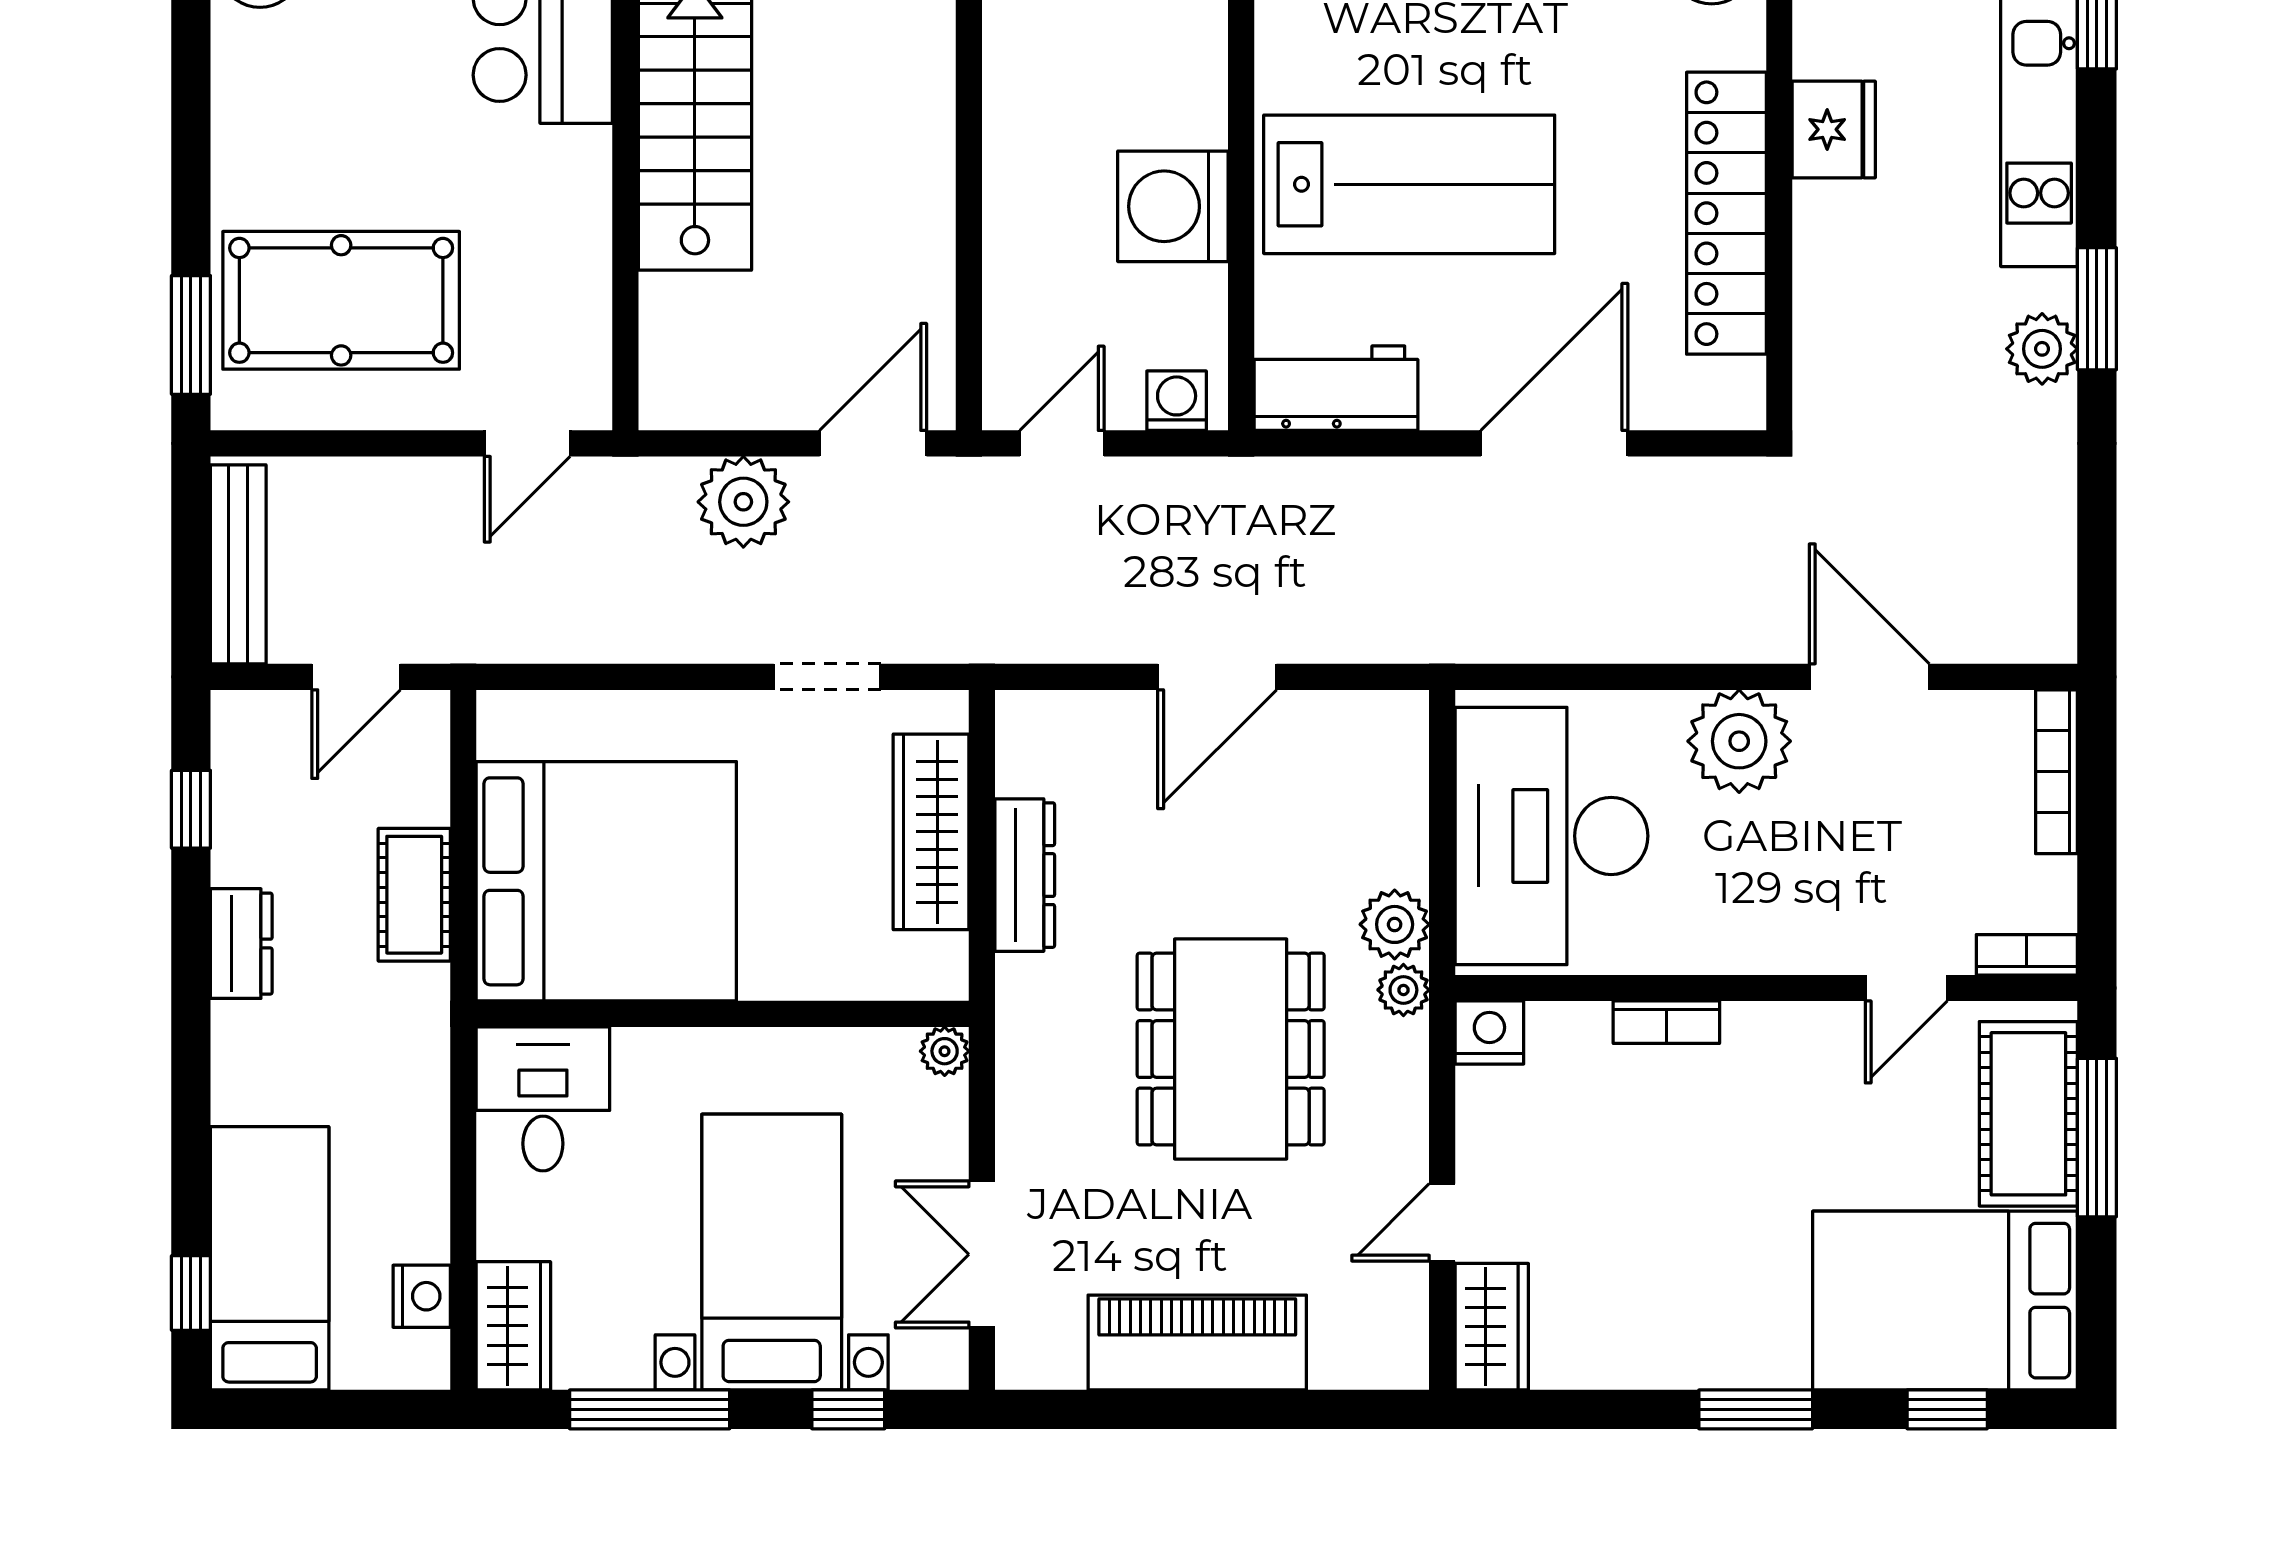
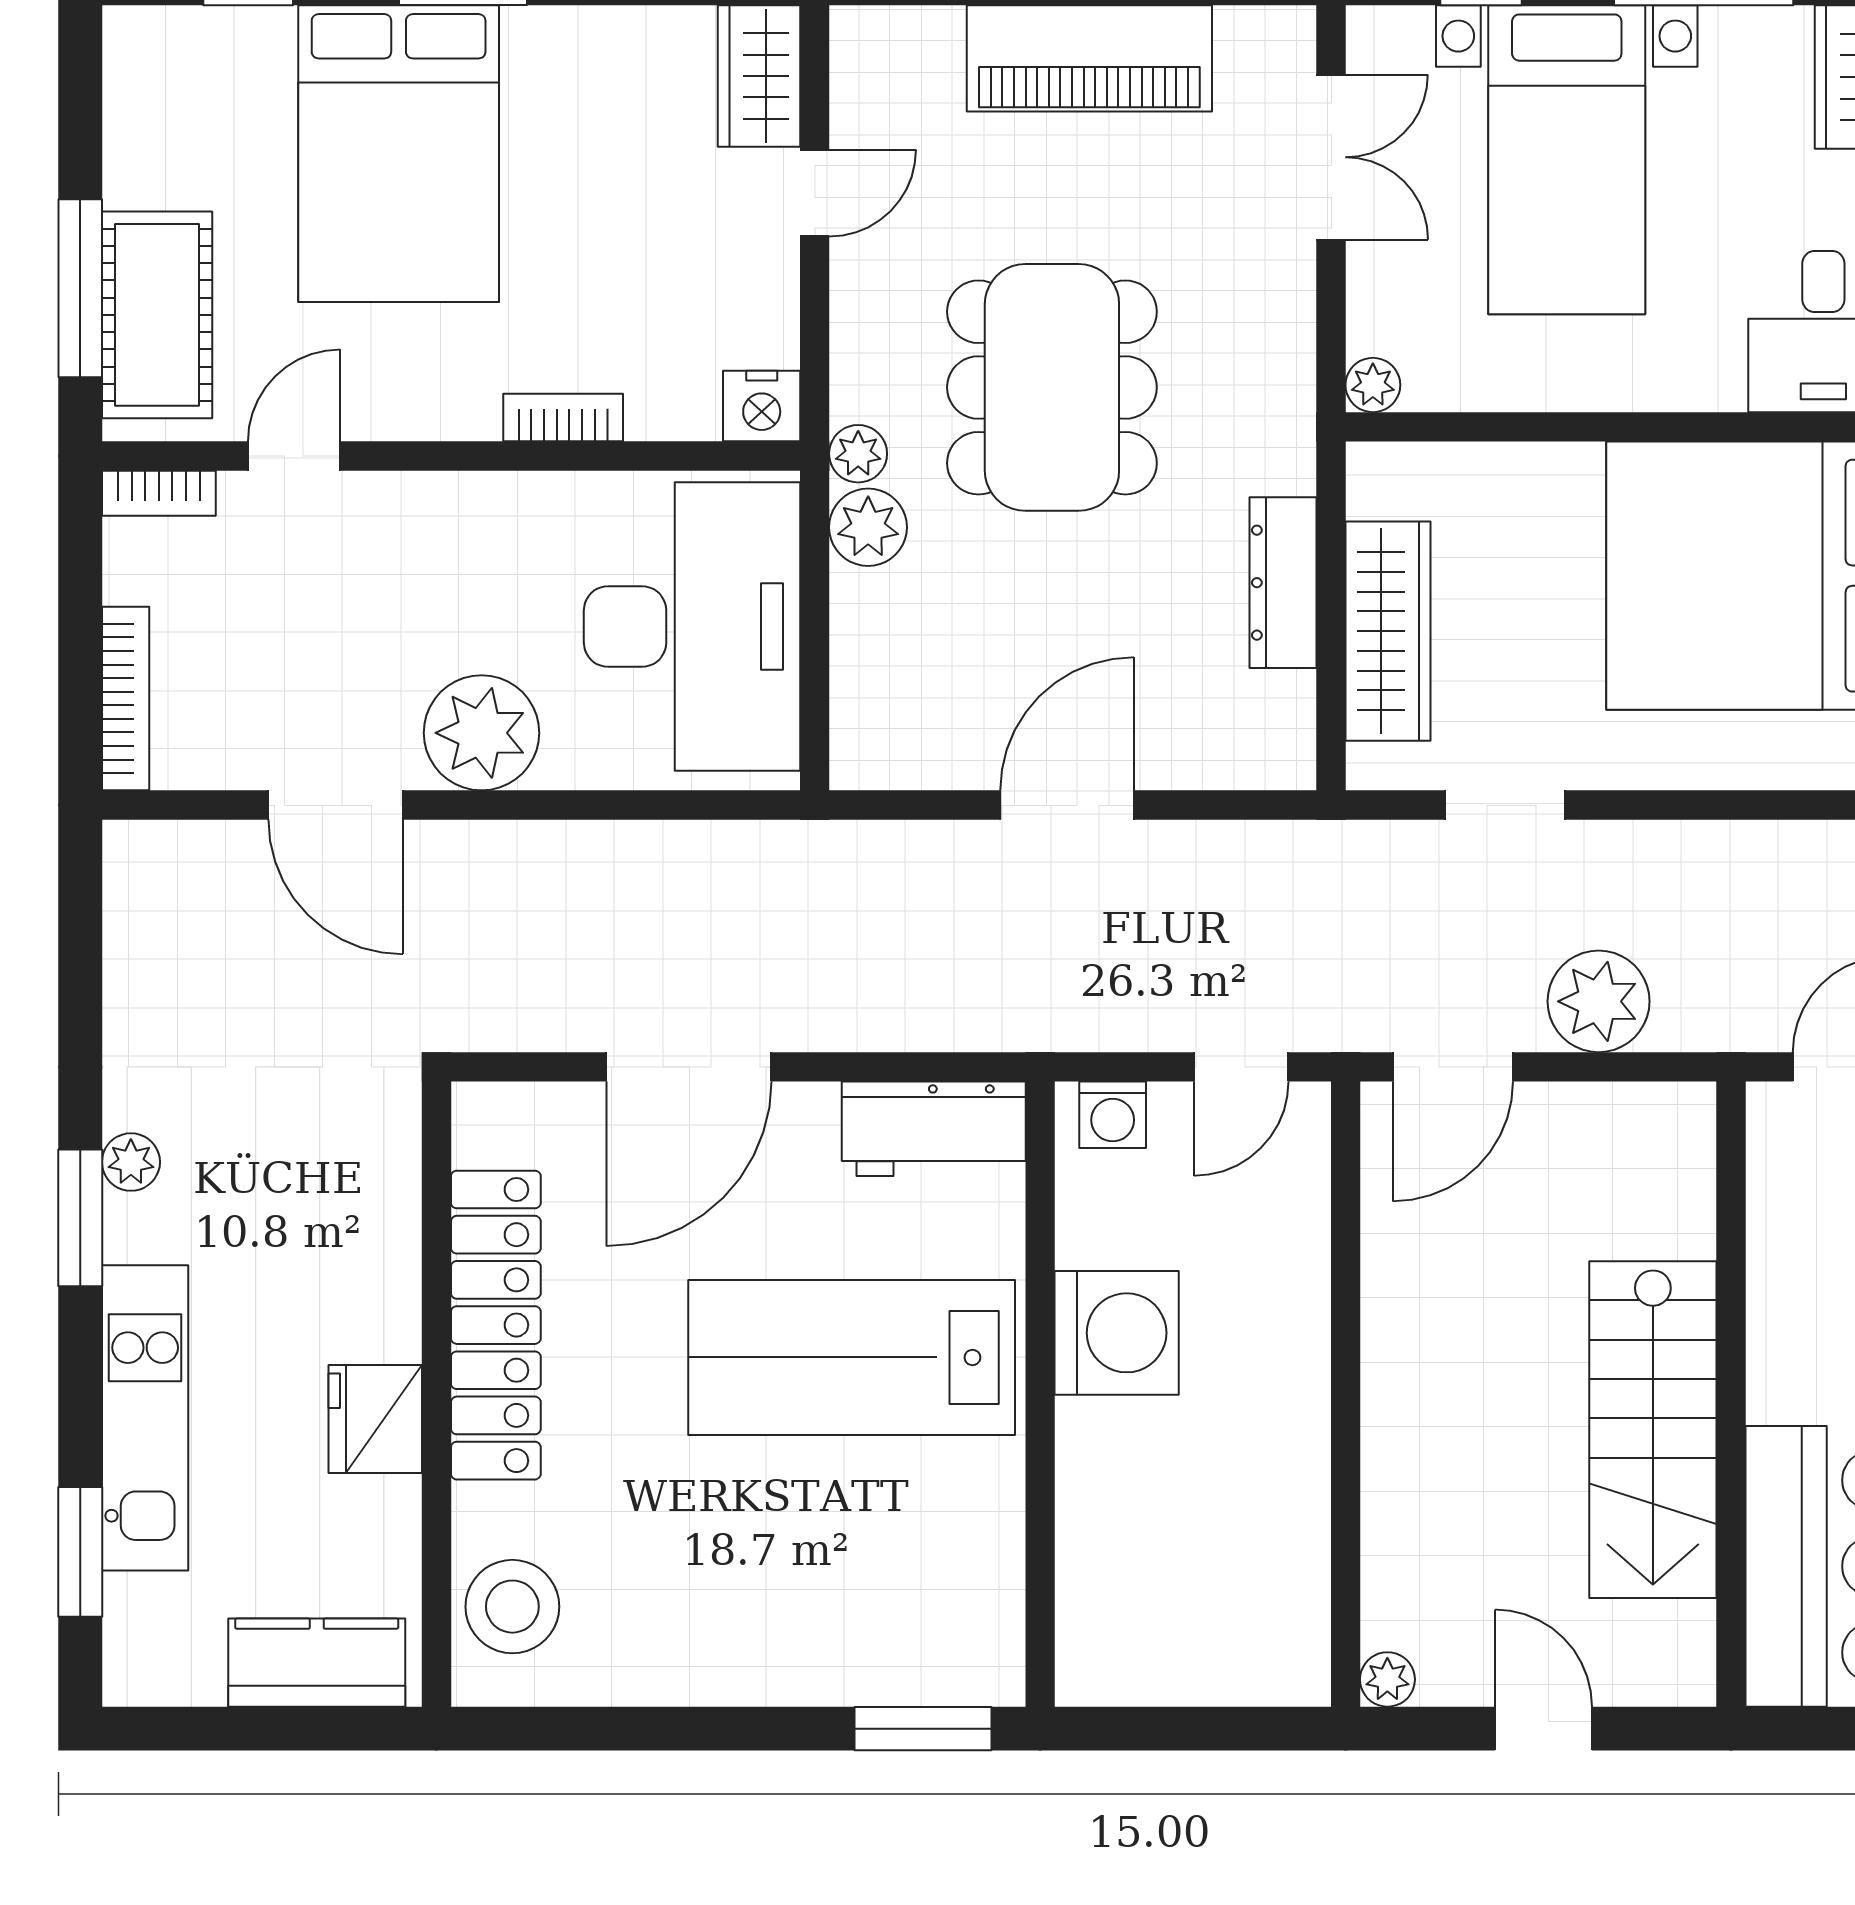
plant: (2042, 349) -> (131, 1162), width x0.73, depth x0.73
bed: (1945, 1301) -> (399, 154), moved, turned 90

